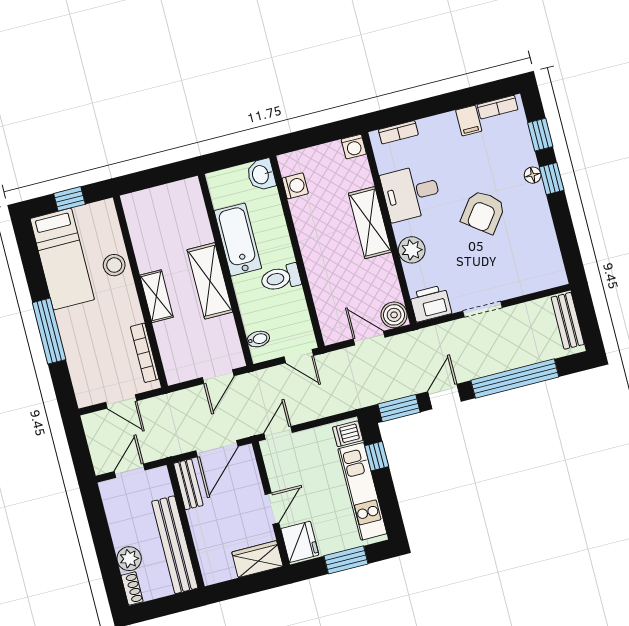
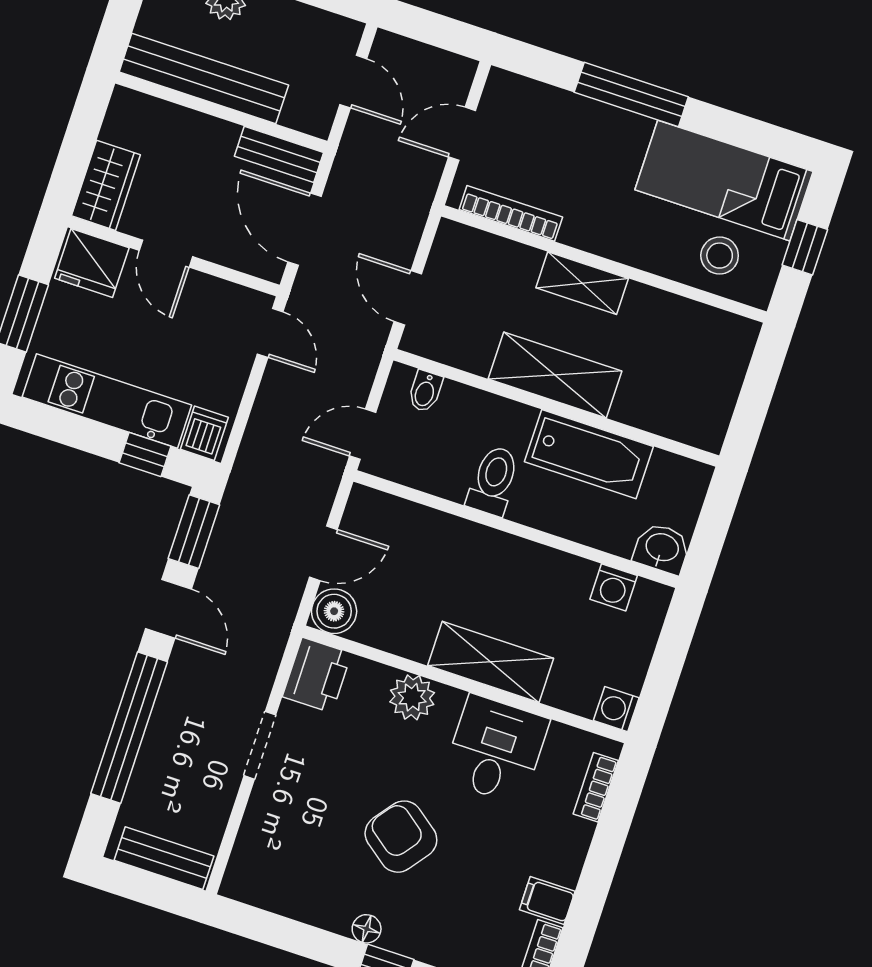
floor lamp: (533, 175) -> (367, 929), moved
stool: (114, 265) -> (720, 256), moved

